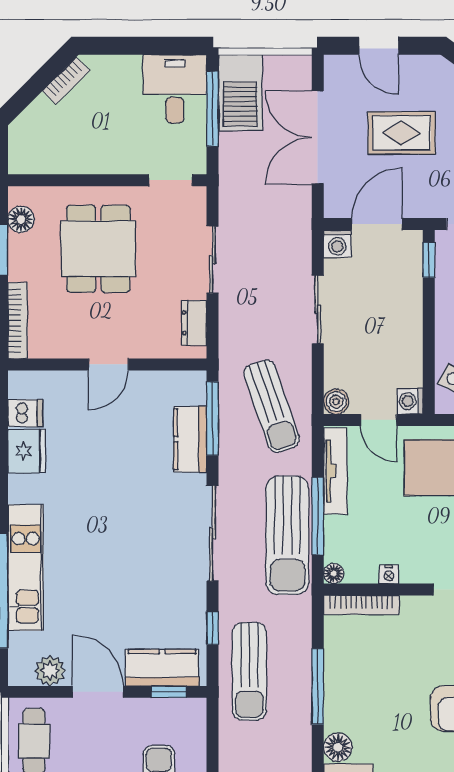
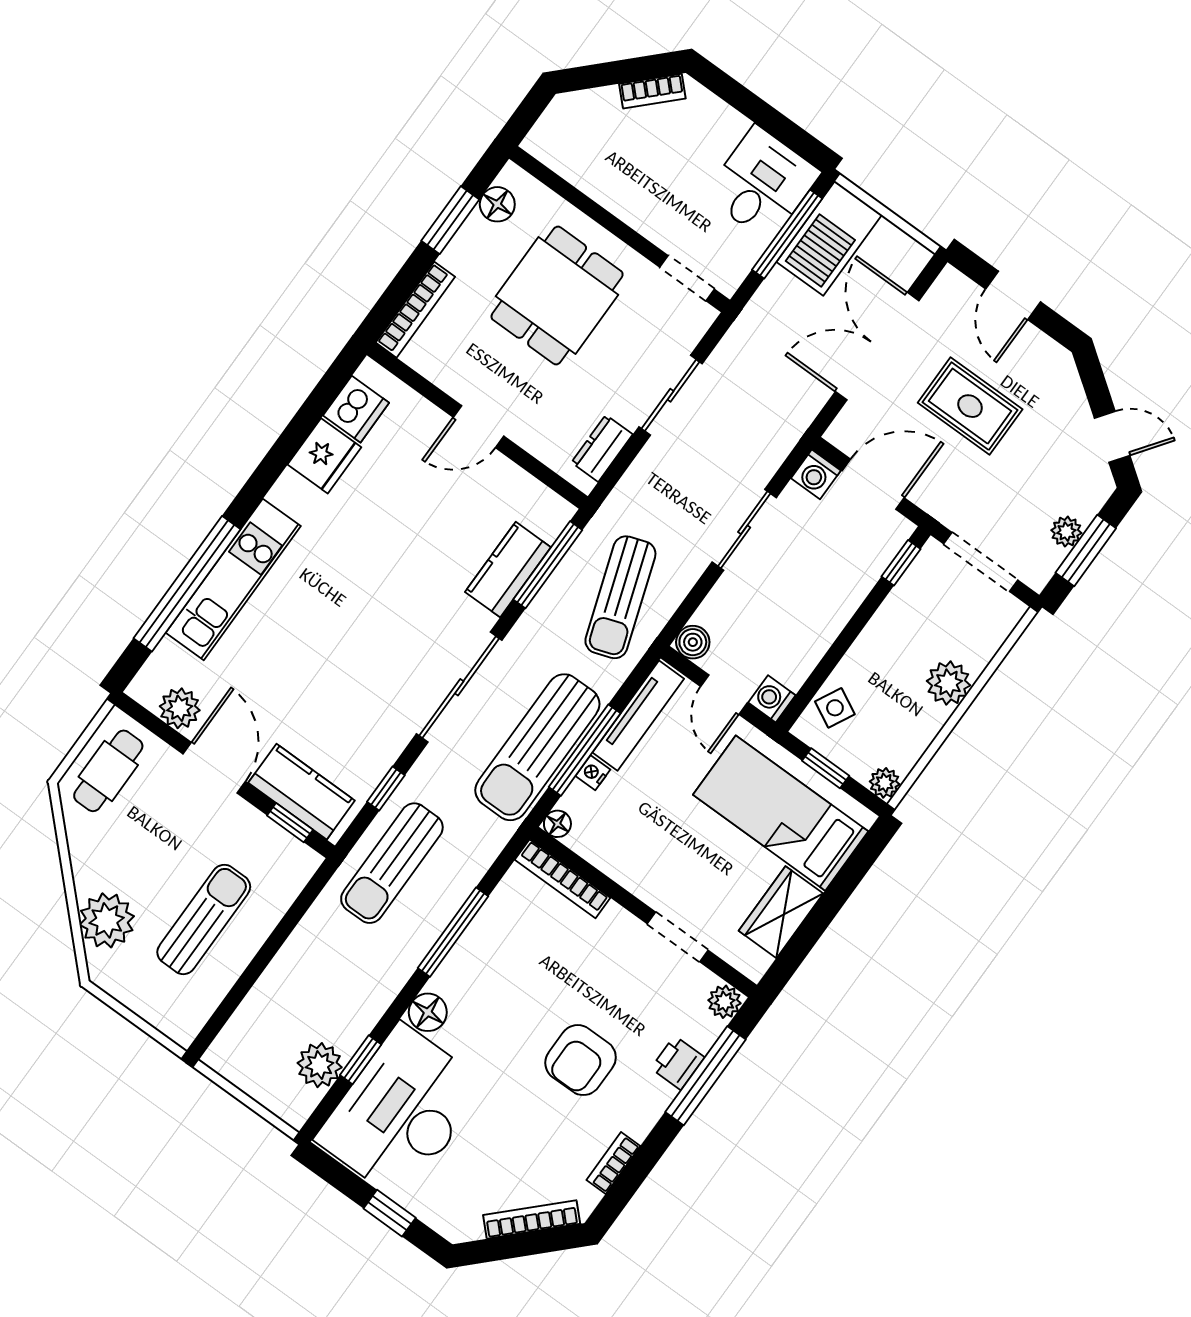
dishwasher: (25, 413) -> (356, 409), width x1.38
nightstand: (389, 574) -> (593, 773), moved, turned 90

